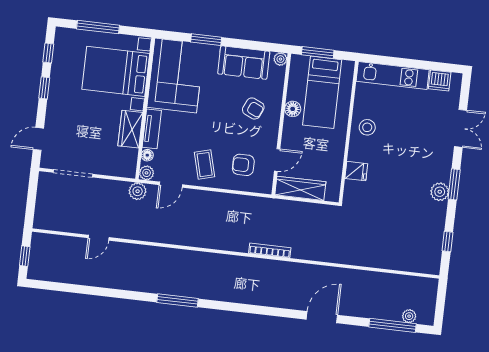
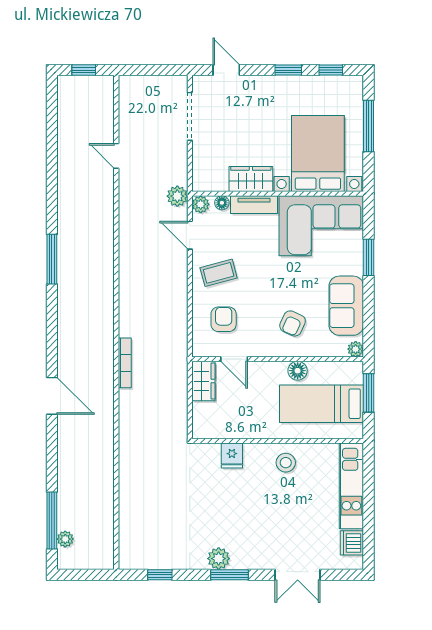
wardrobe: (300, 188) -> (203, 381), width x0.67
door: (322, 317) -> (52, 396), moved

